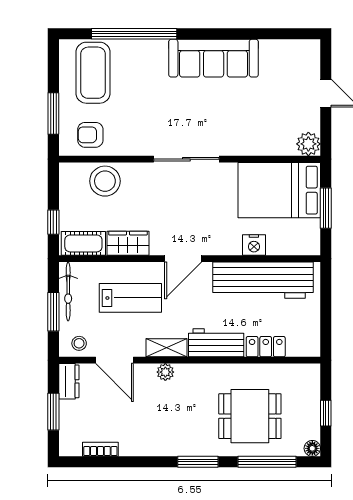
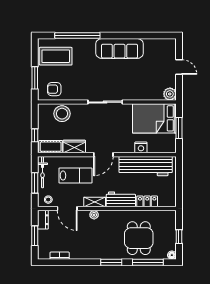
coffee table: (93, 73) -> (56, 56), turned 90
dining table: (250, 416) -> (139, 238), turned 90

